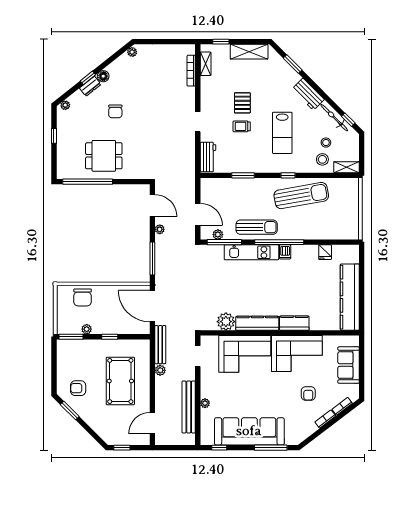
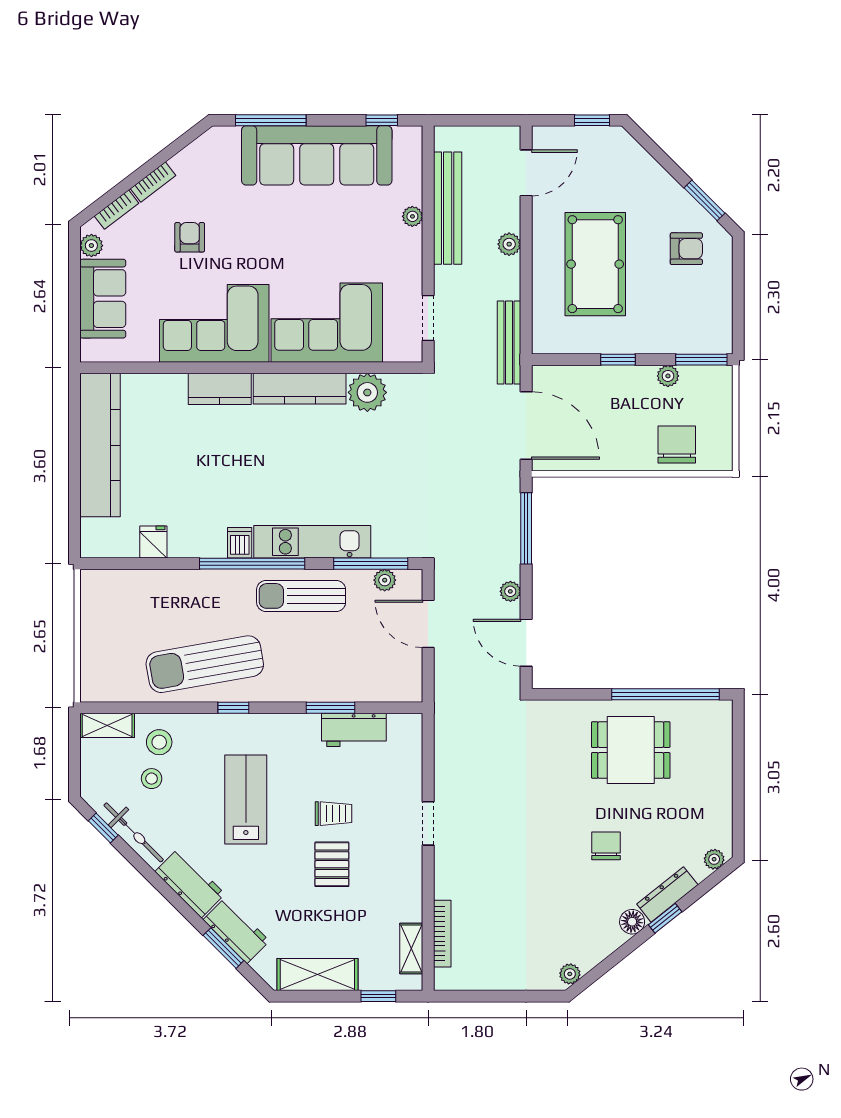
workbench: (287, 72) -> (236, 930), added
dresser: (90, 86) -> (667, 894), width x1.44
window: (54, 136) -> (738, 793), removed
workbench: (208, 157) -> (354, 730), moved, turned -90
plant: (160, 370) -> (509, 244), moved
plant: (354, 390) -> (91, 246), added

